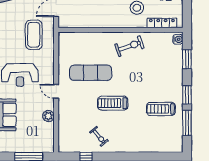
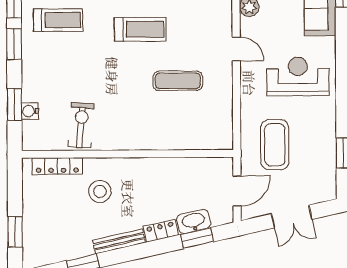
water cooler: (178, 39) -> (30, 111), moved
exercise bike: (129, 46) -> (81, 125), moved, turned 114
exercise mat: (91, 73) -> (178, 81), width x0.73, depth x0.69

